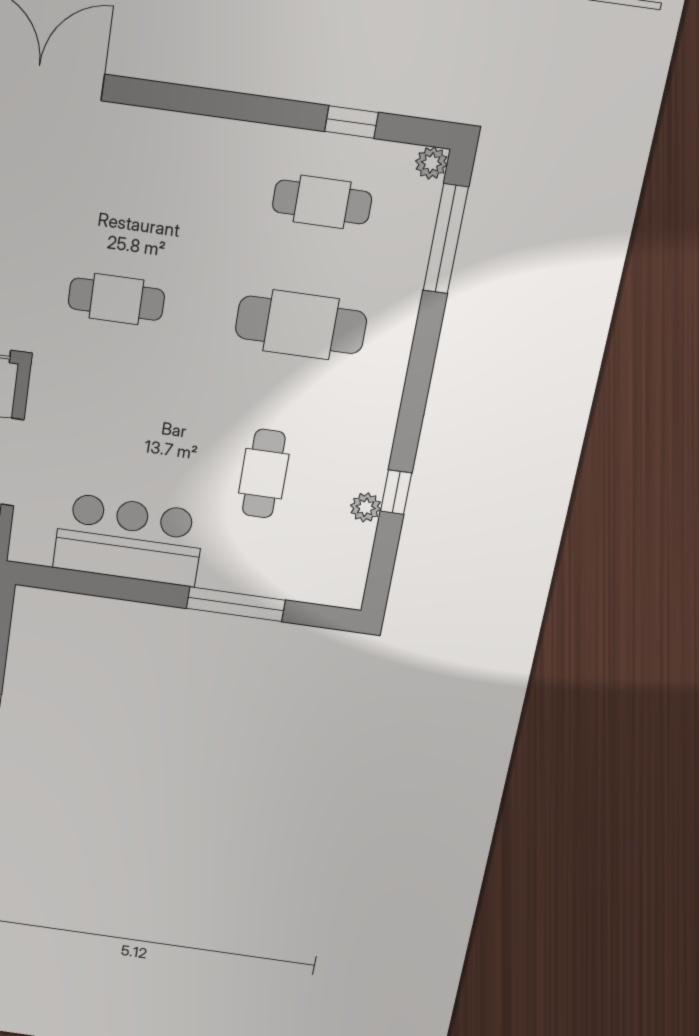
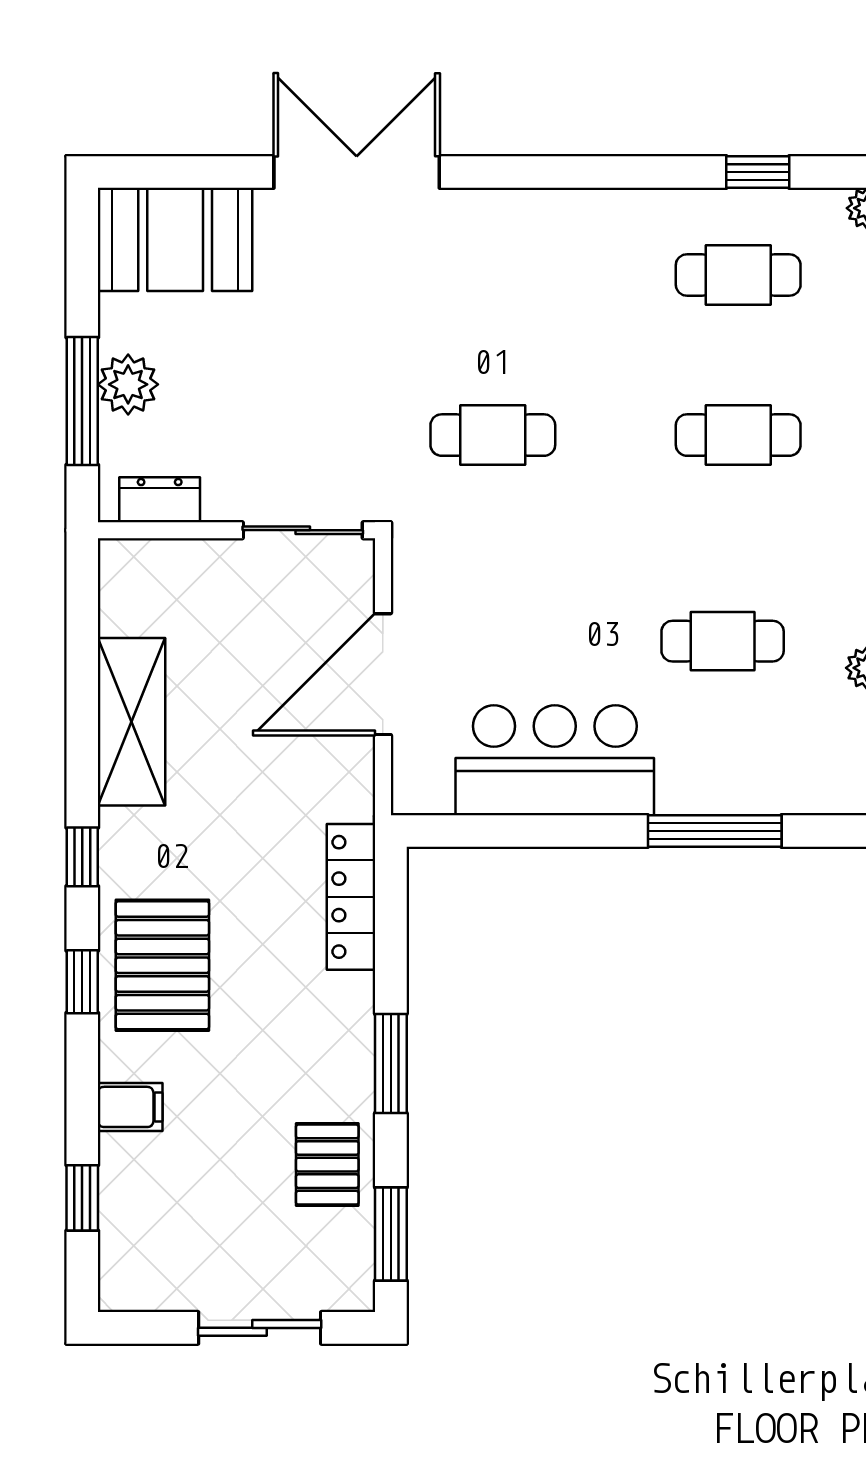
cafe table: (301, 325) -> (738, 435), width x0.73, depth x0.74
cafe table: (264, 474) -> (723, 641), turned 90

